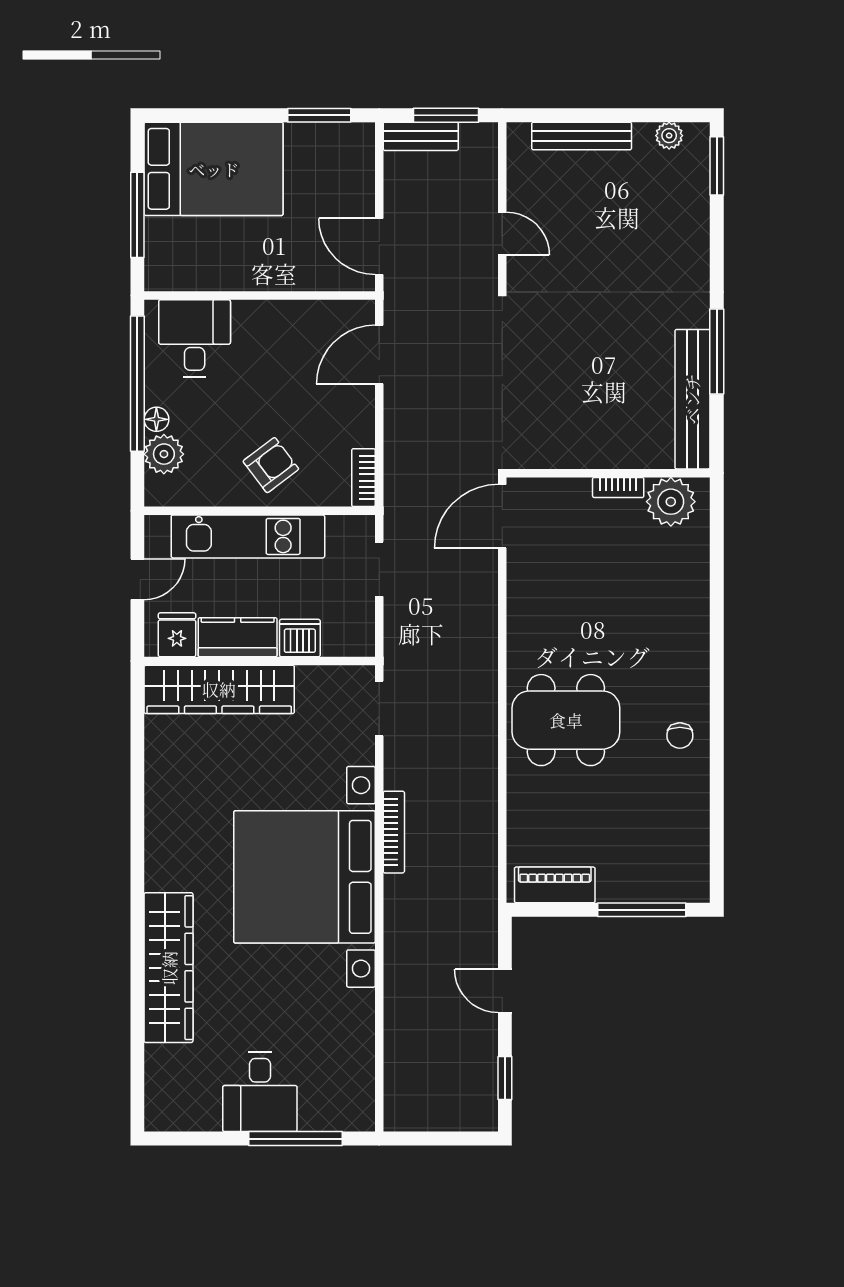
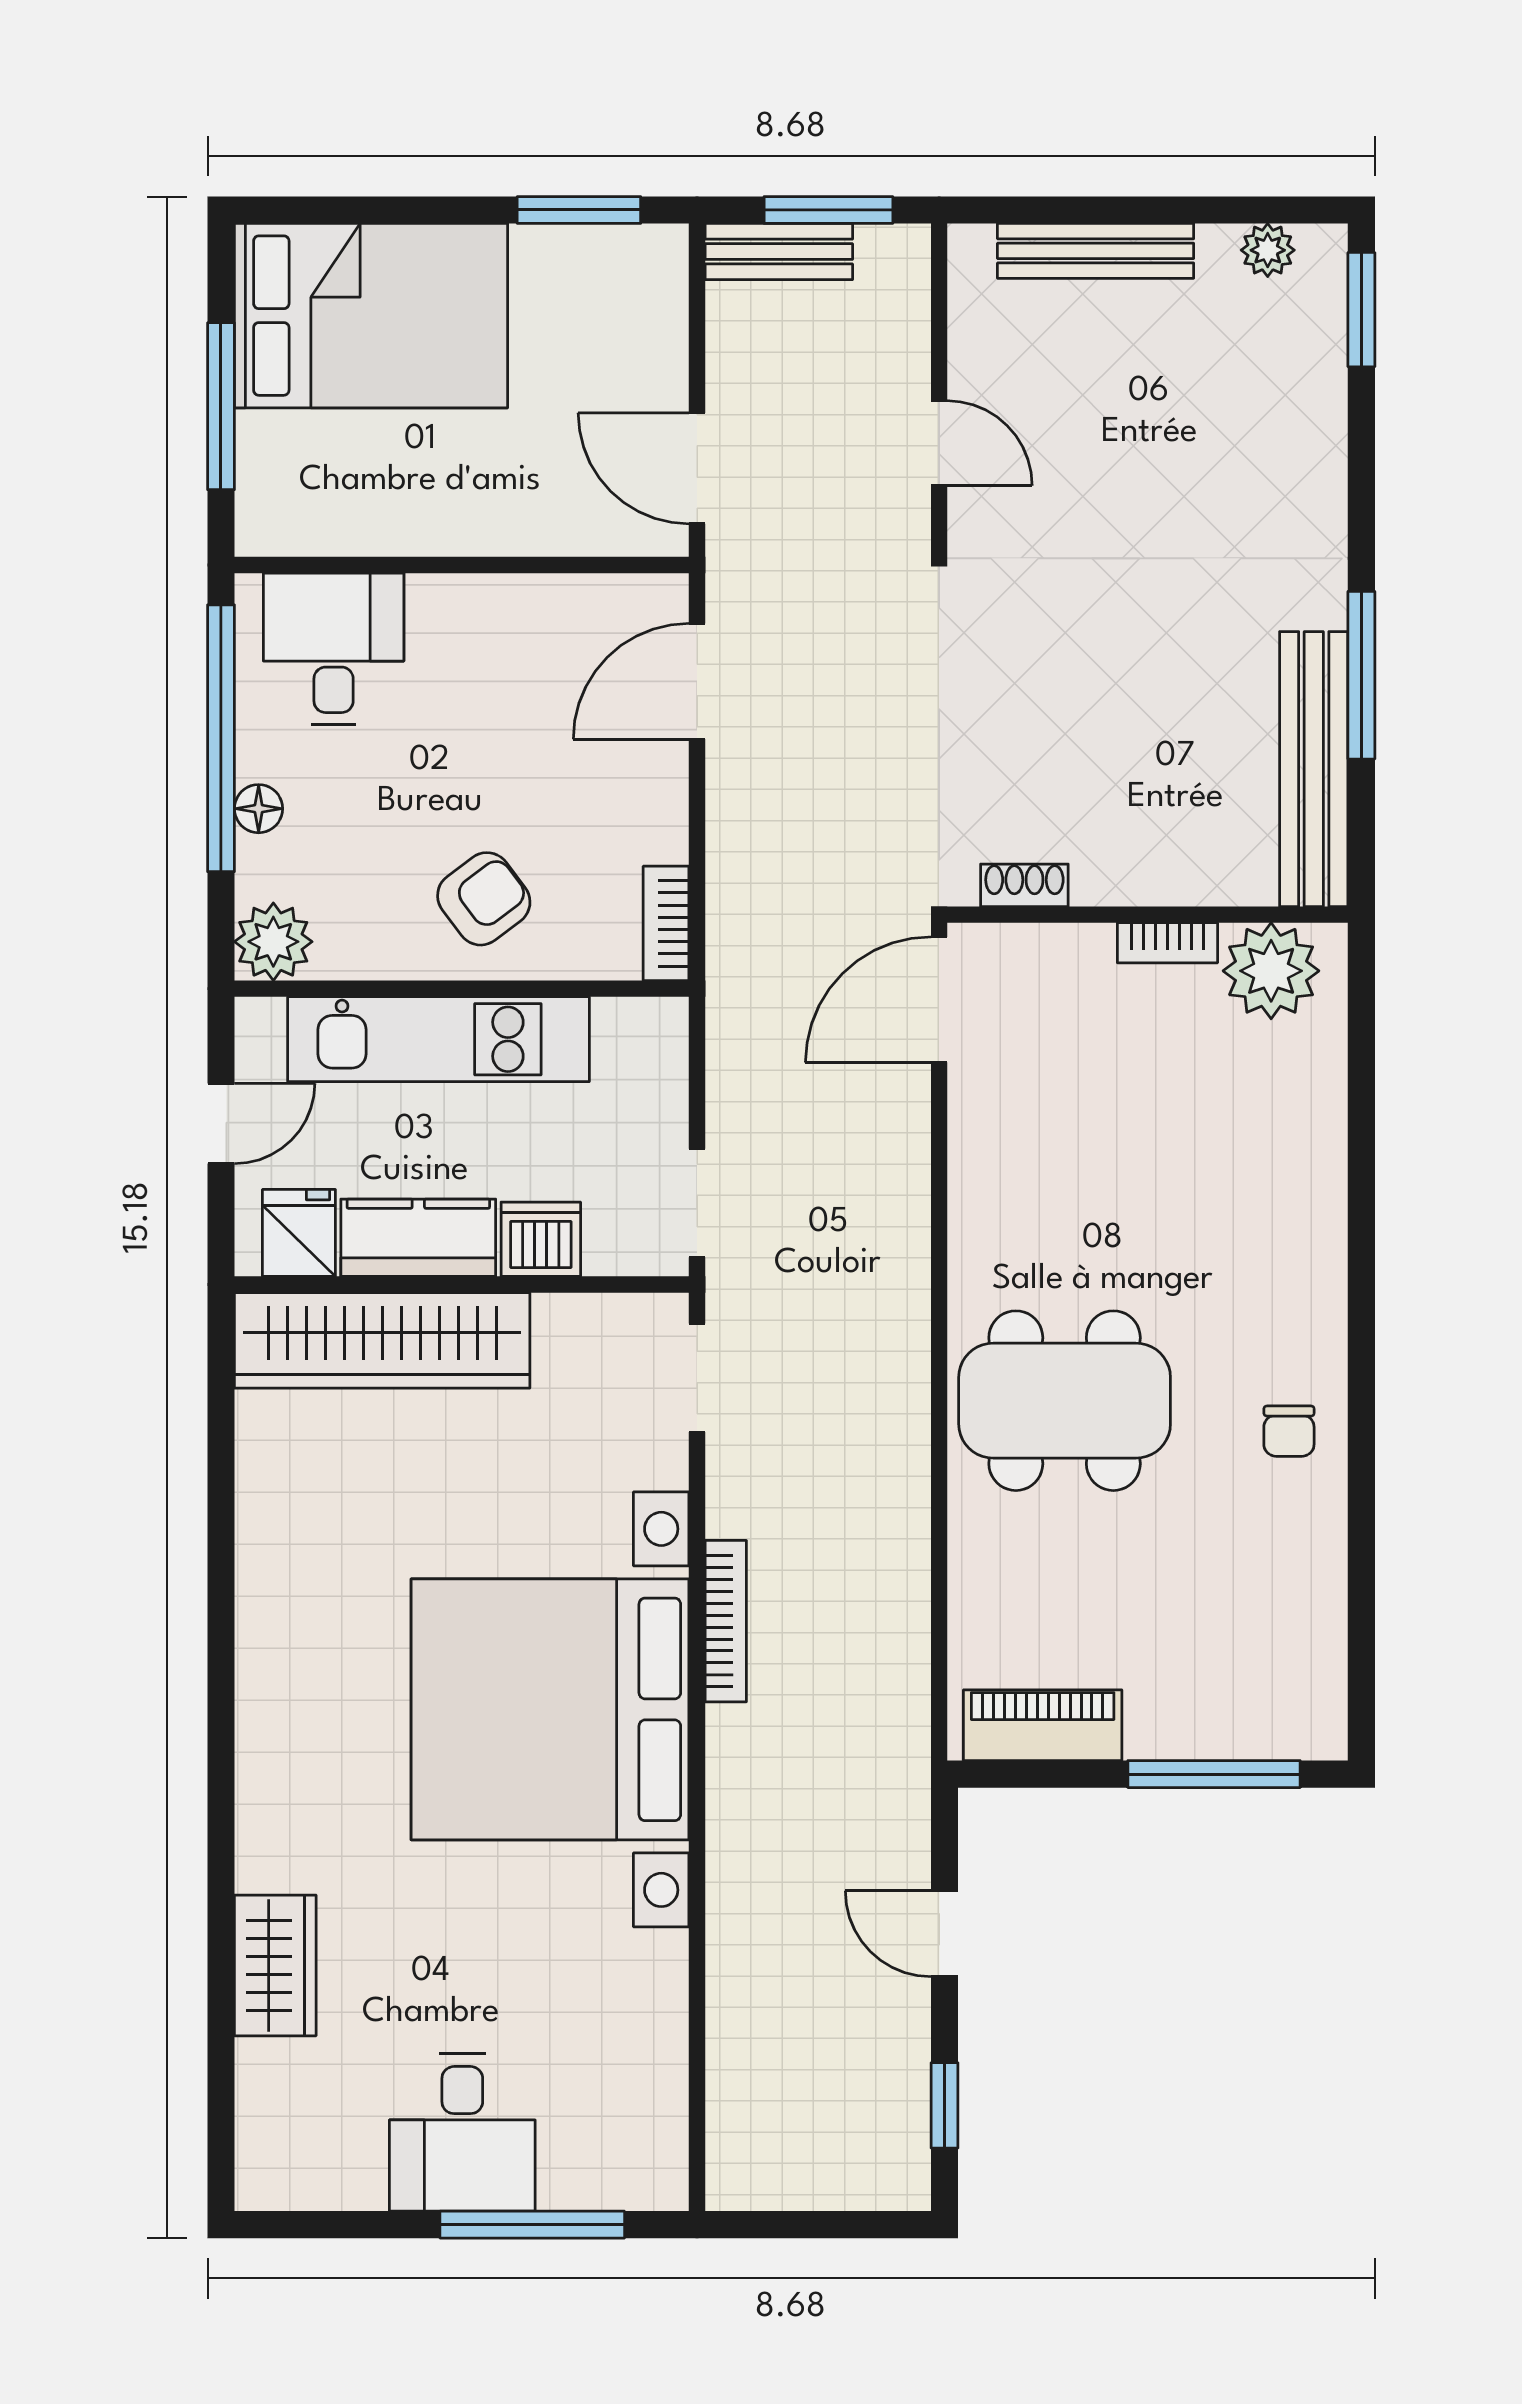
plant: (164, 454) -> (273, 942), moved
shoe rack: (545, 458) -> (1024, 885), added
doorway: (379, 569) -> (697, 1203), moved
wardrobe: (169, 968) -> (275, 1965), width x0.48, depth x0.85

